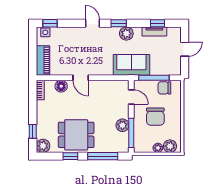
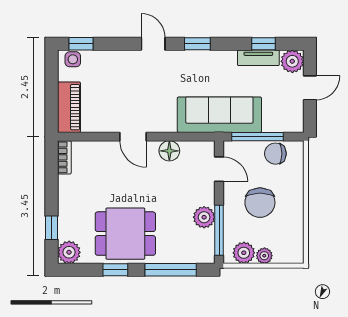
plant: (126, 34) -> (292, 61), moved
sofa: (131, 65) -> (219, 115), width x1.36
floor lamp: (61, 86) -> (169, 151), moved
plant: (170, 146) -> (244, 253), moved

